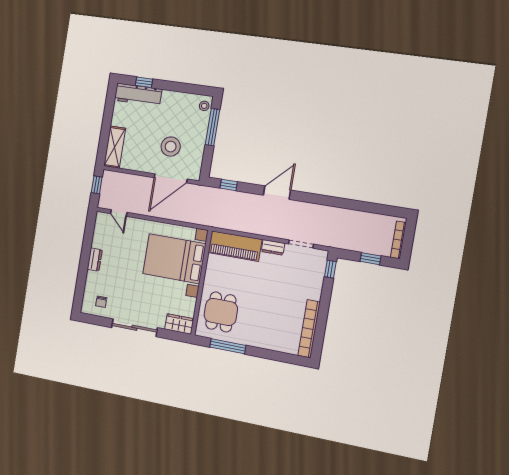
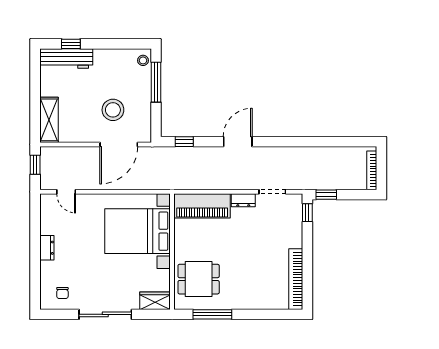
window: (370, 259) -> (326, 195), moved
dining table: (221, 312) -> (199, 279), turned 90

